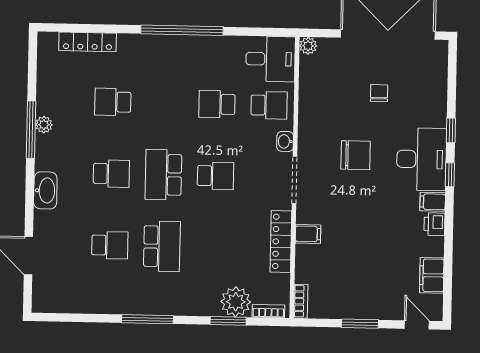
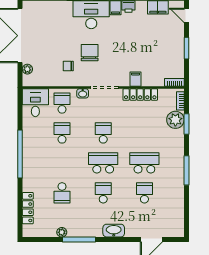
plant: (308, 46) -> (27, 69), moved
chair: (379, 93) -> (68, 66), moved
school desk: (217, 104) -> (62, 133), turned 180
plant: (44, 125) -> (62, 232), moved
school desk: (163, 175) -> (103, 163), turned 180
door: (417, 325) -> (187, 15), hinge flipped

